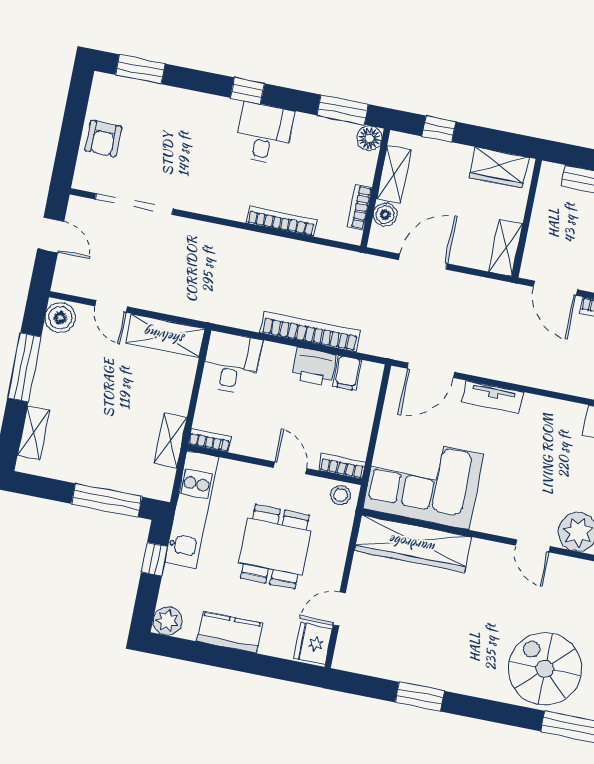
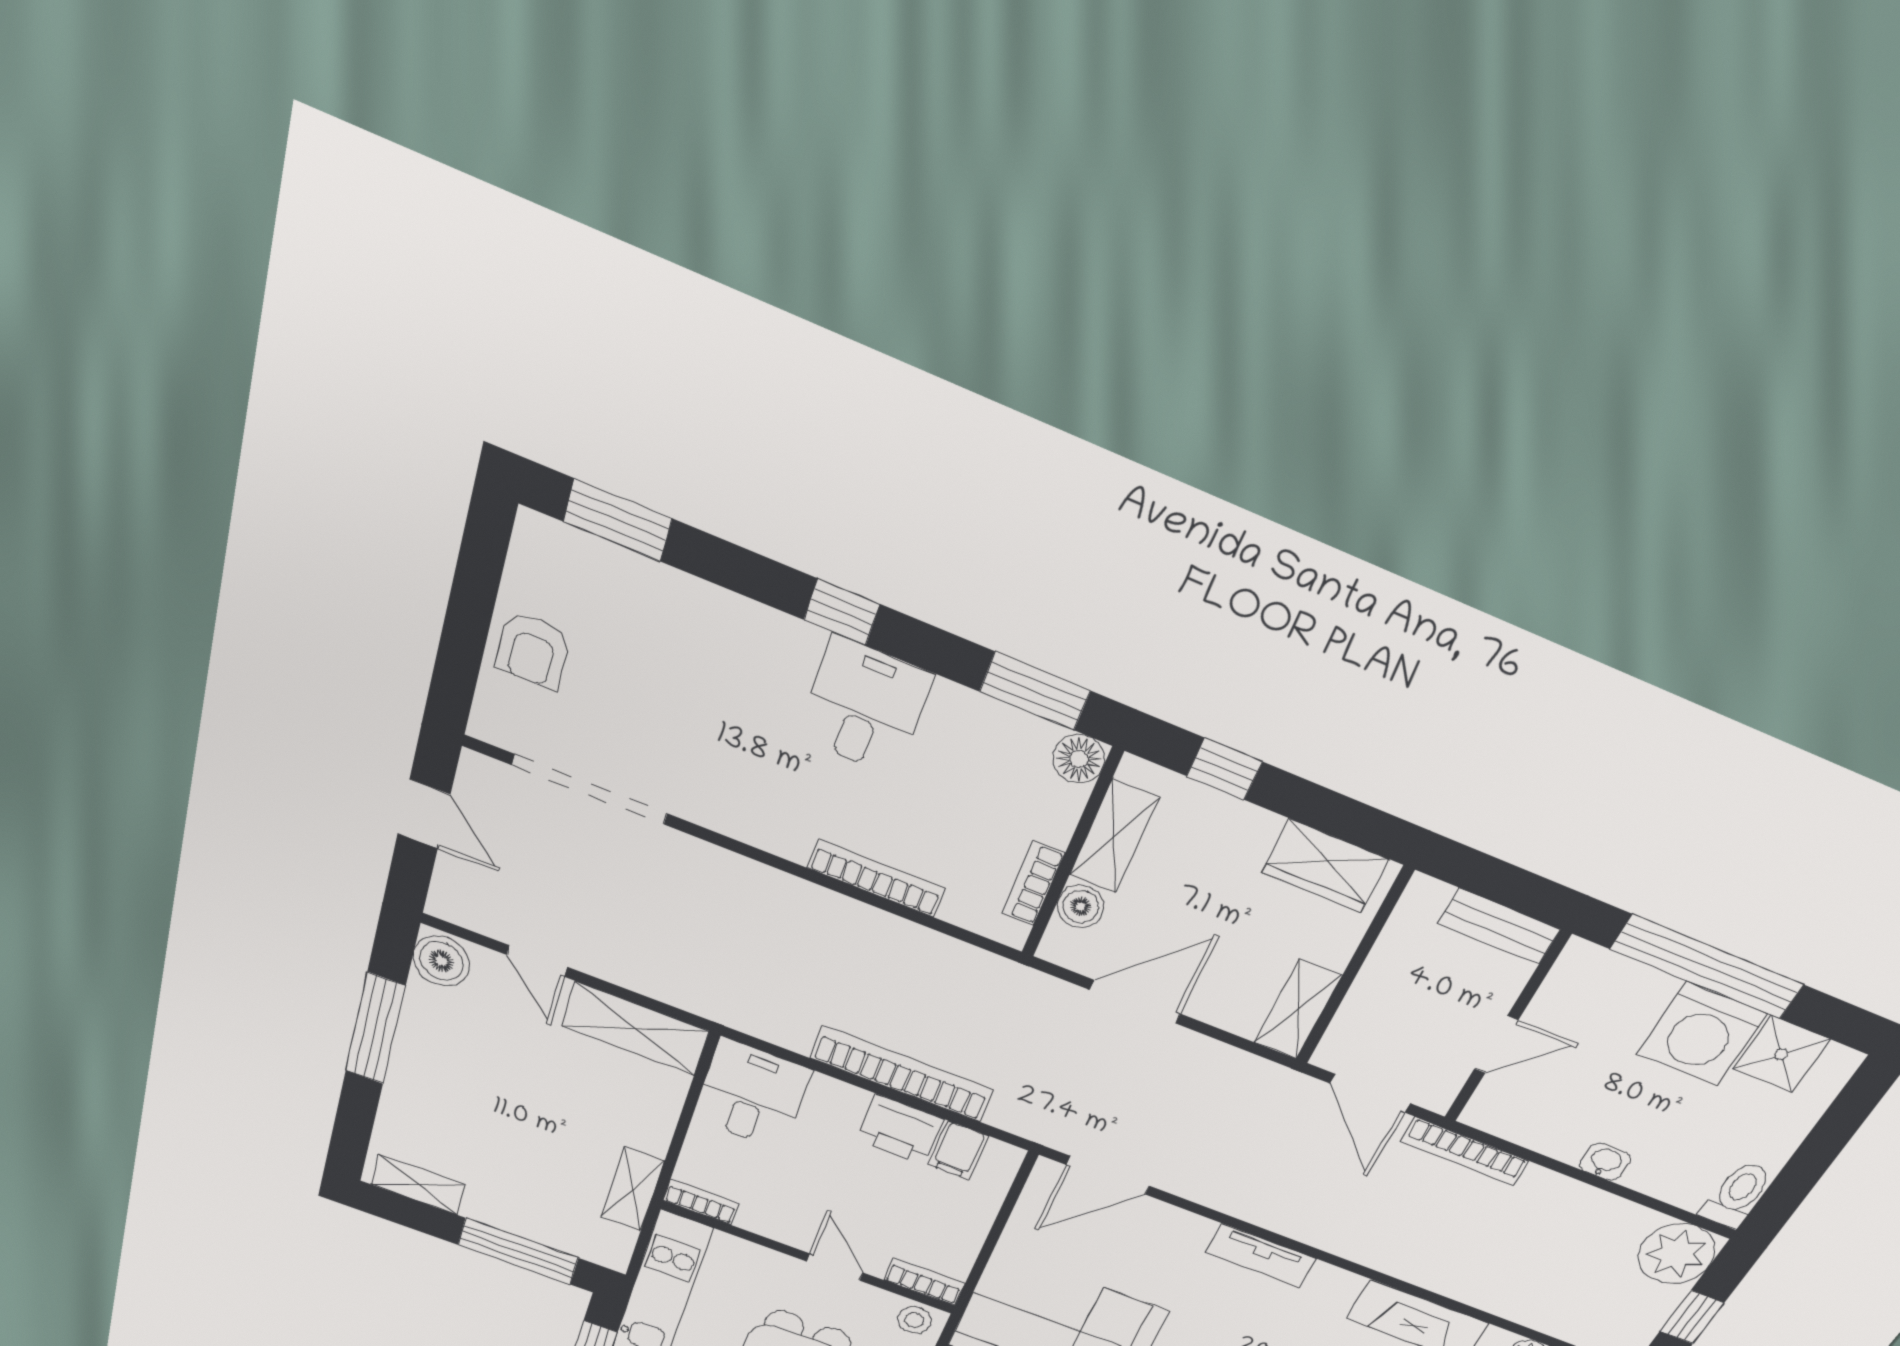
tv unit: (493, 397) -> (1261, 1256), moved
shelving: (34, 433) -> (418, 1185), moved, turned 90

